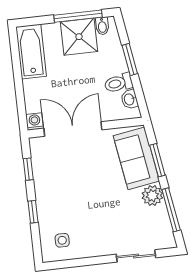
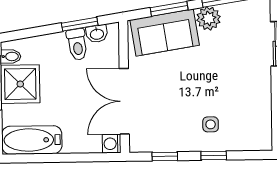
window: (130, 59) -> (80, 24), moved
side table: (62, 240) -> (211, 124), moved

